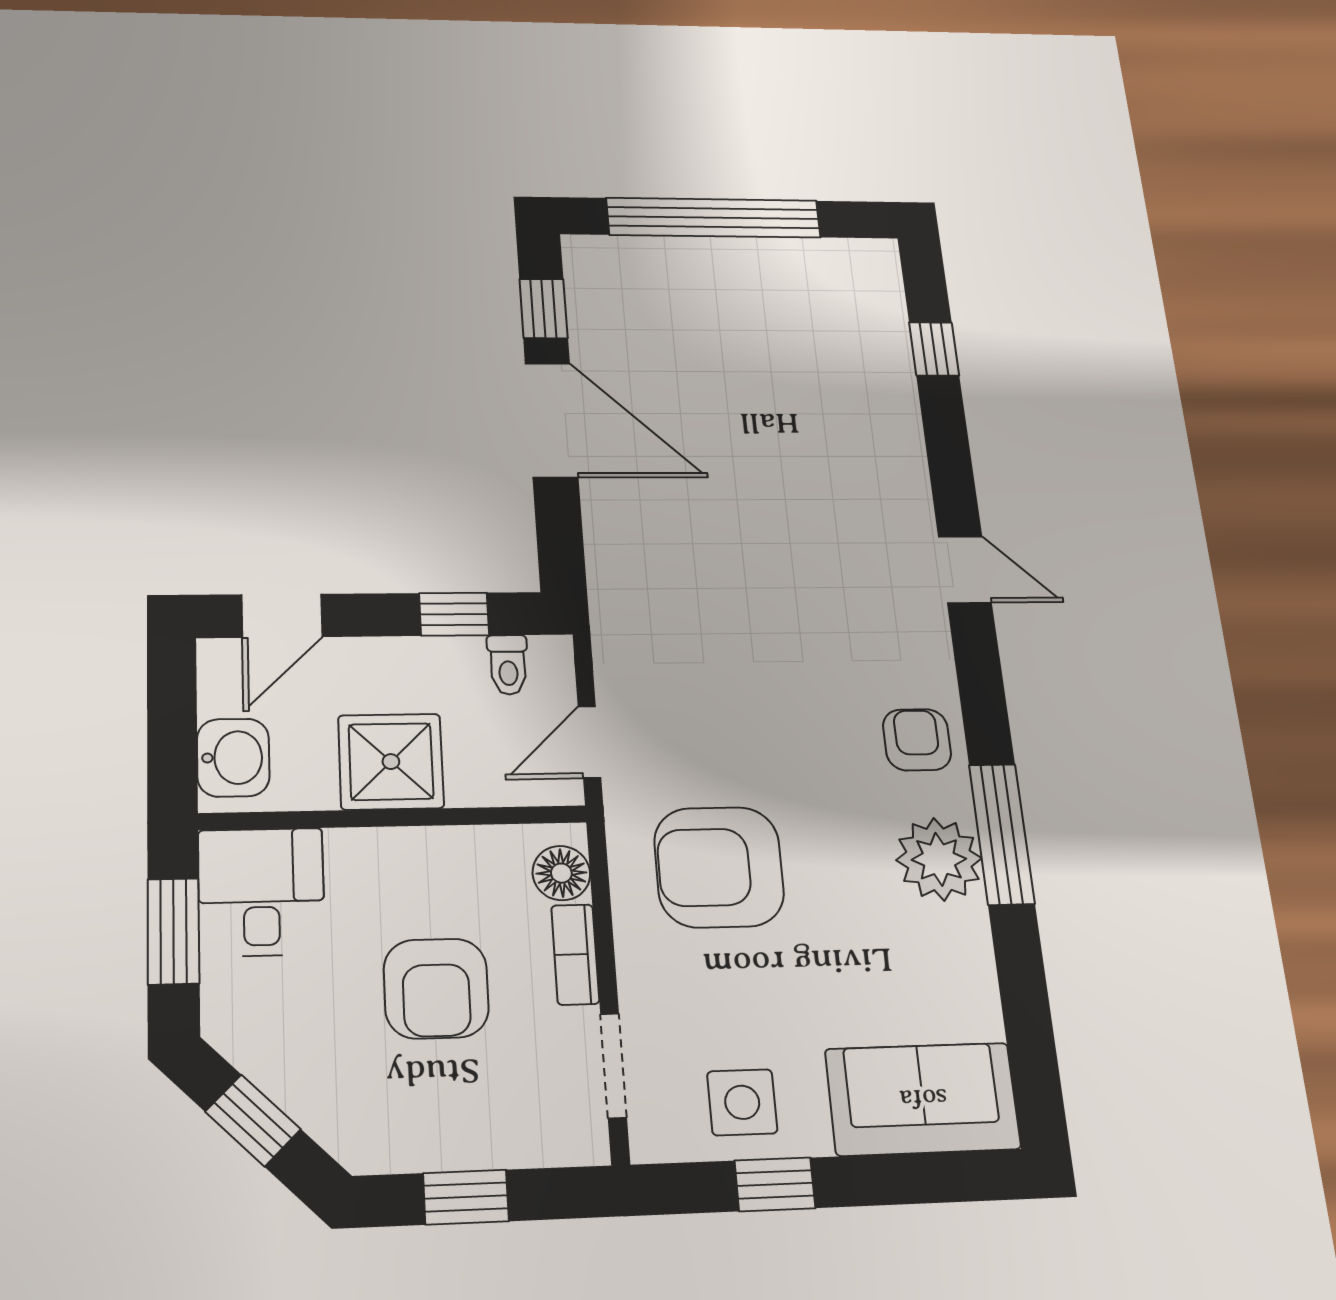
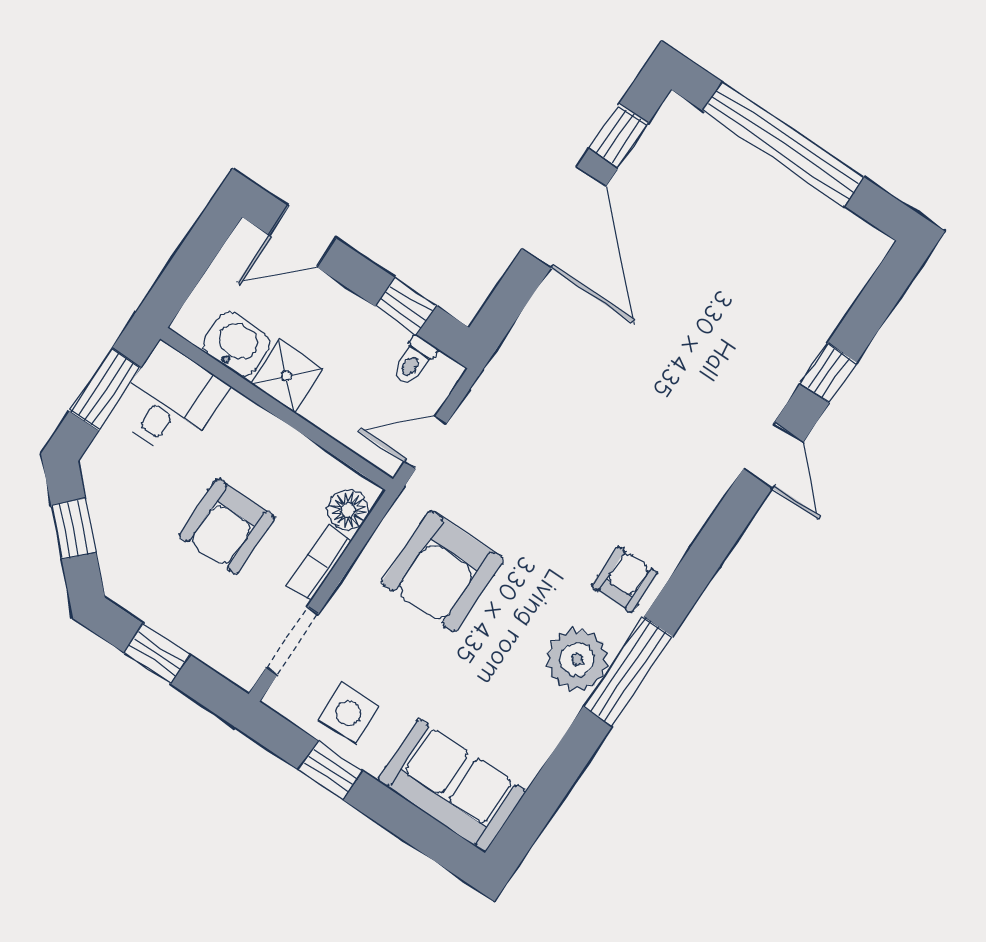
window: (934, 349) -> (829, 373), moved
door: (965, 569) -> (773, 455), moved
washbasin: (233, 758) -> (236, 344), moved, turned -90
shower: (391, 762) -> (287, 376), width x0.73, depth x0.73
armchair: (719, 867) -> (443, 571), turned -90

